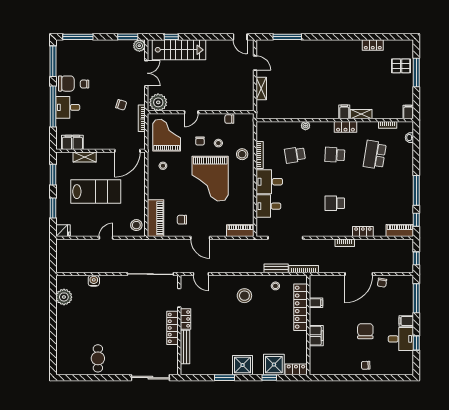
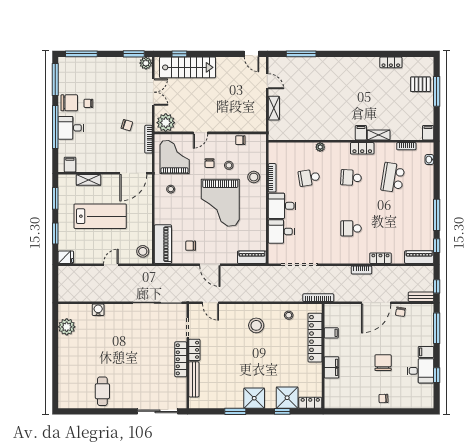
filing cabinet: (72, 142) -> (70, 165), width x0.50
bench: (276, 268) -> (421, 297), moved

